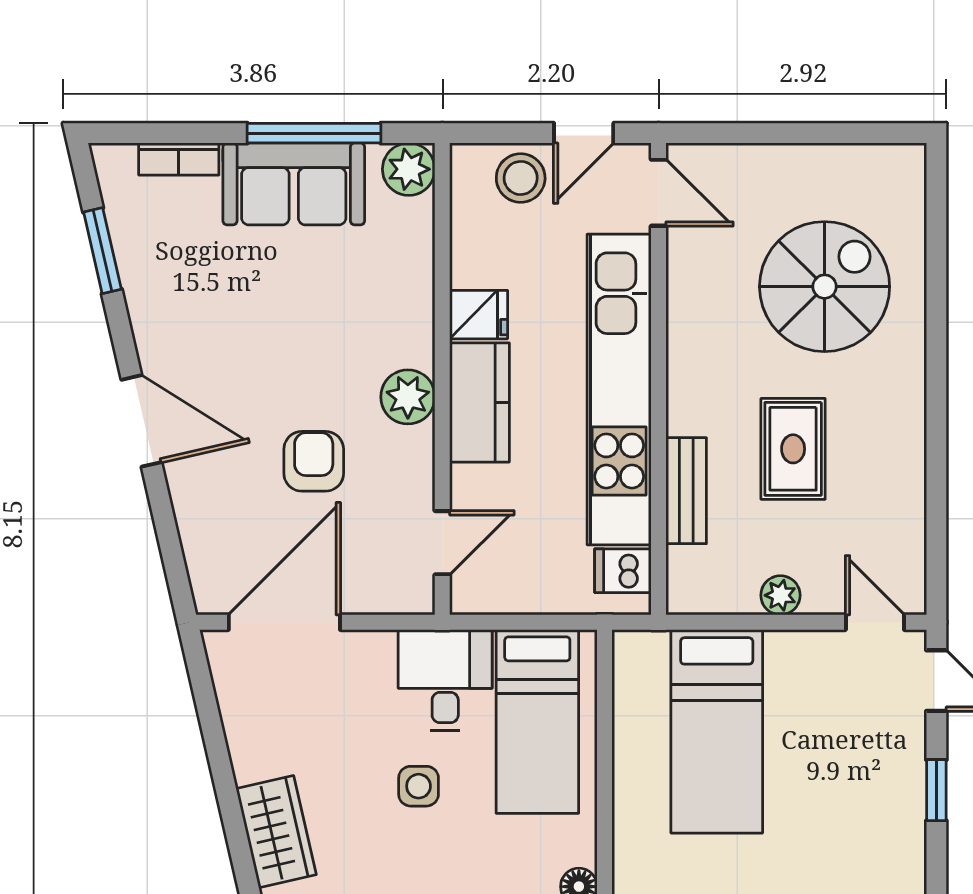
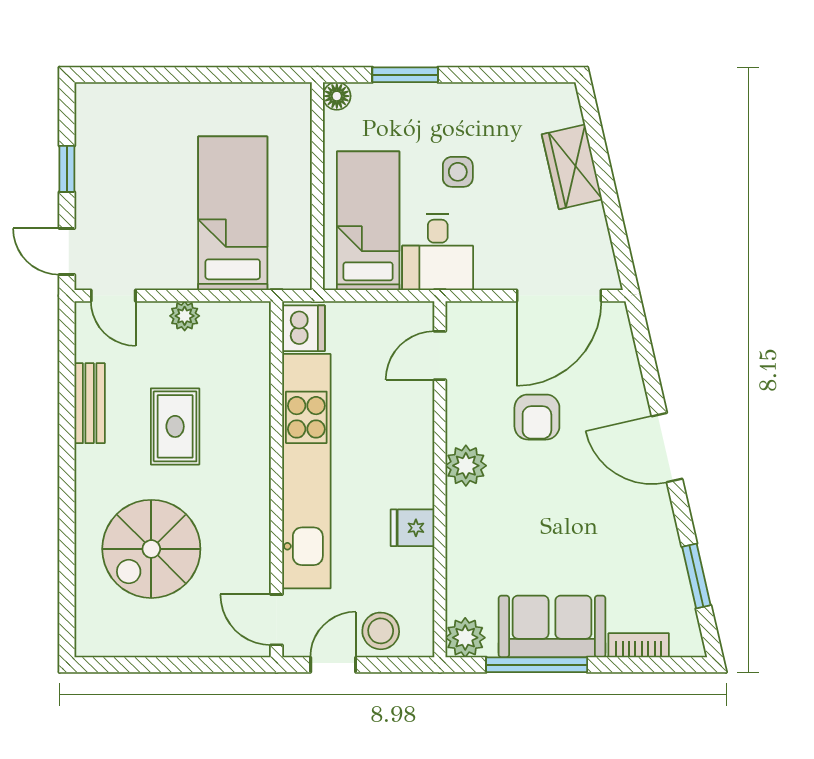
kitchen counter: (480, 402) -> (412, 461), removed
bench: (686, 491) -> (90, 403), moved
dishwasher: (623, 571) -> (303, 328), width x1.38
wardrobe: (276, 832) -> (572, 167), moved

